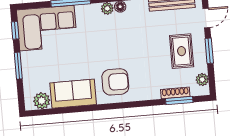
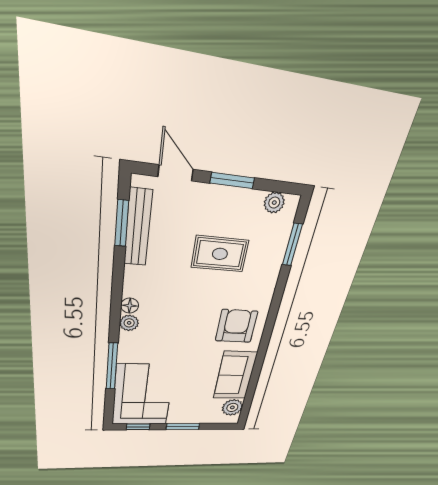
rug: (182, 51) -> (220, 254), moved
shoe rack: (175, 93) -> (279, 249), removed

